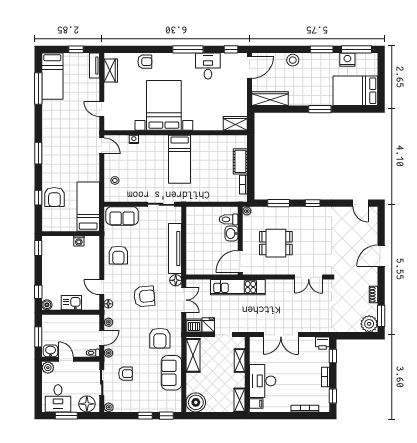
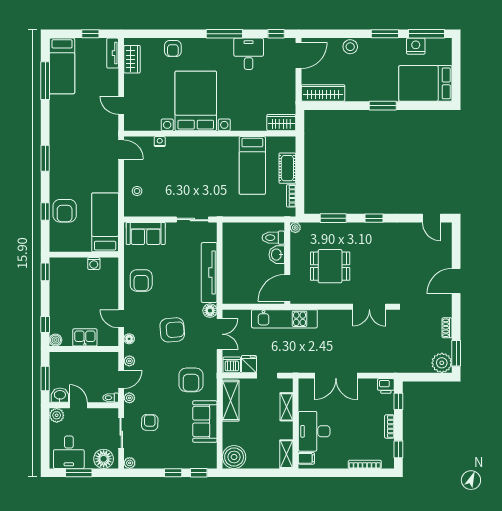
armchair: (145, 62) -> (173, 49), turned 90
bed: (180, 159) -> (252, 165), moved
armchair: (125, 374) -> (150, 423), turned -89

